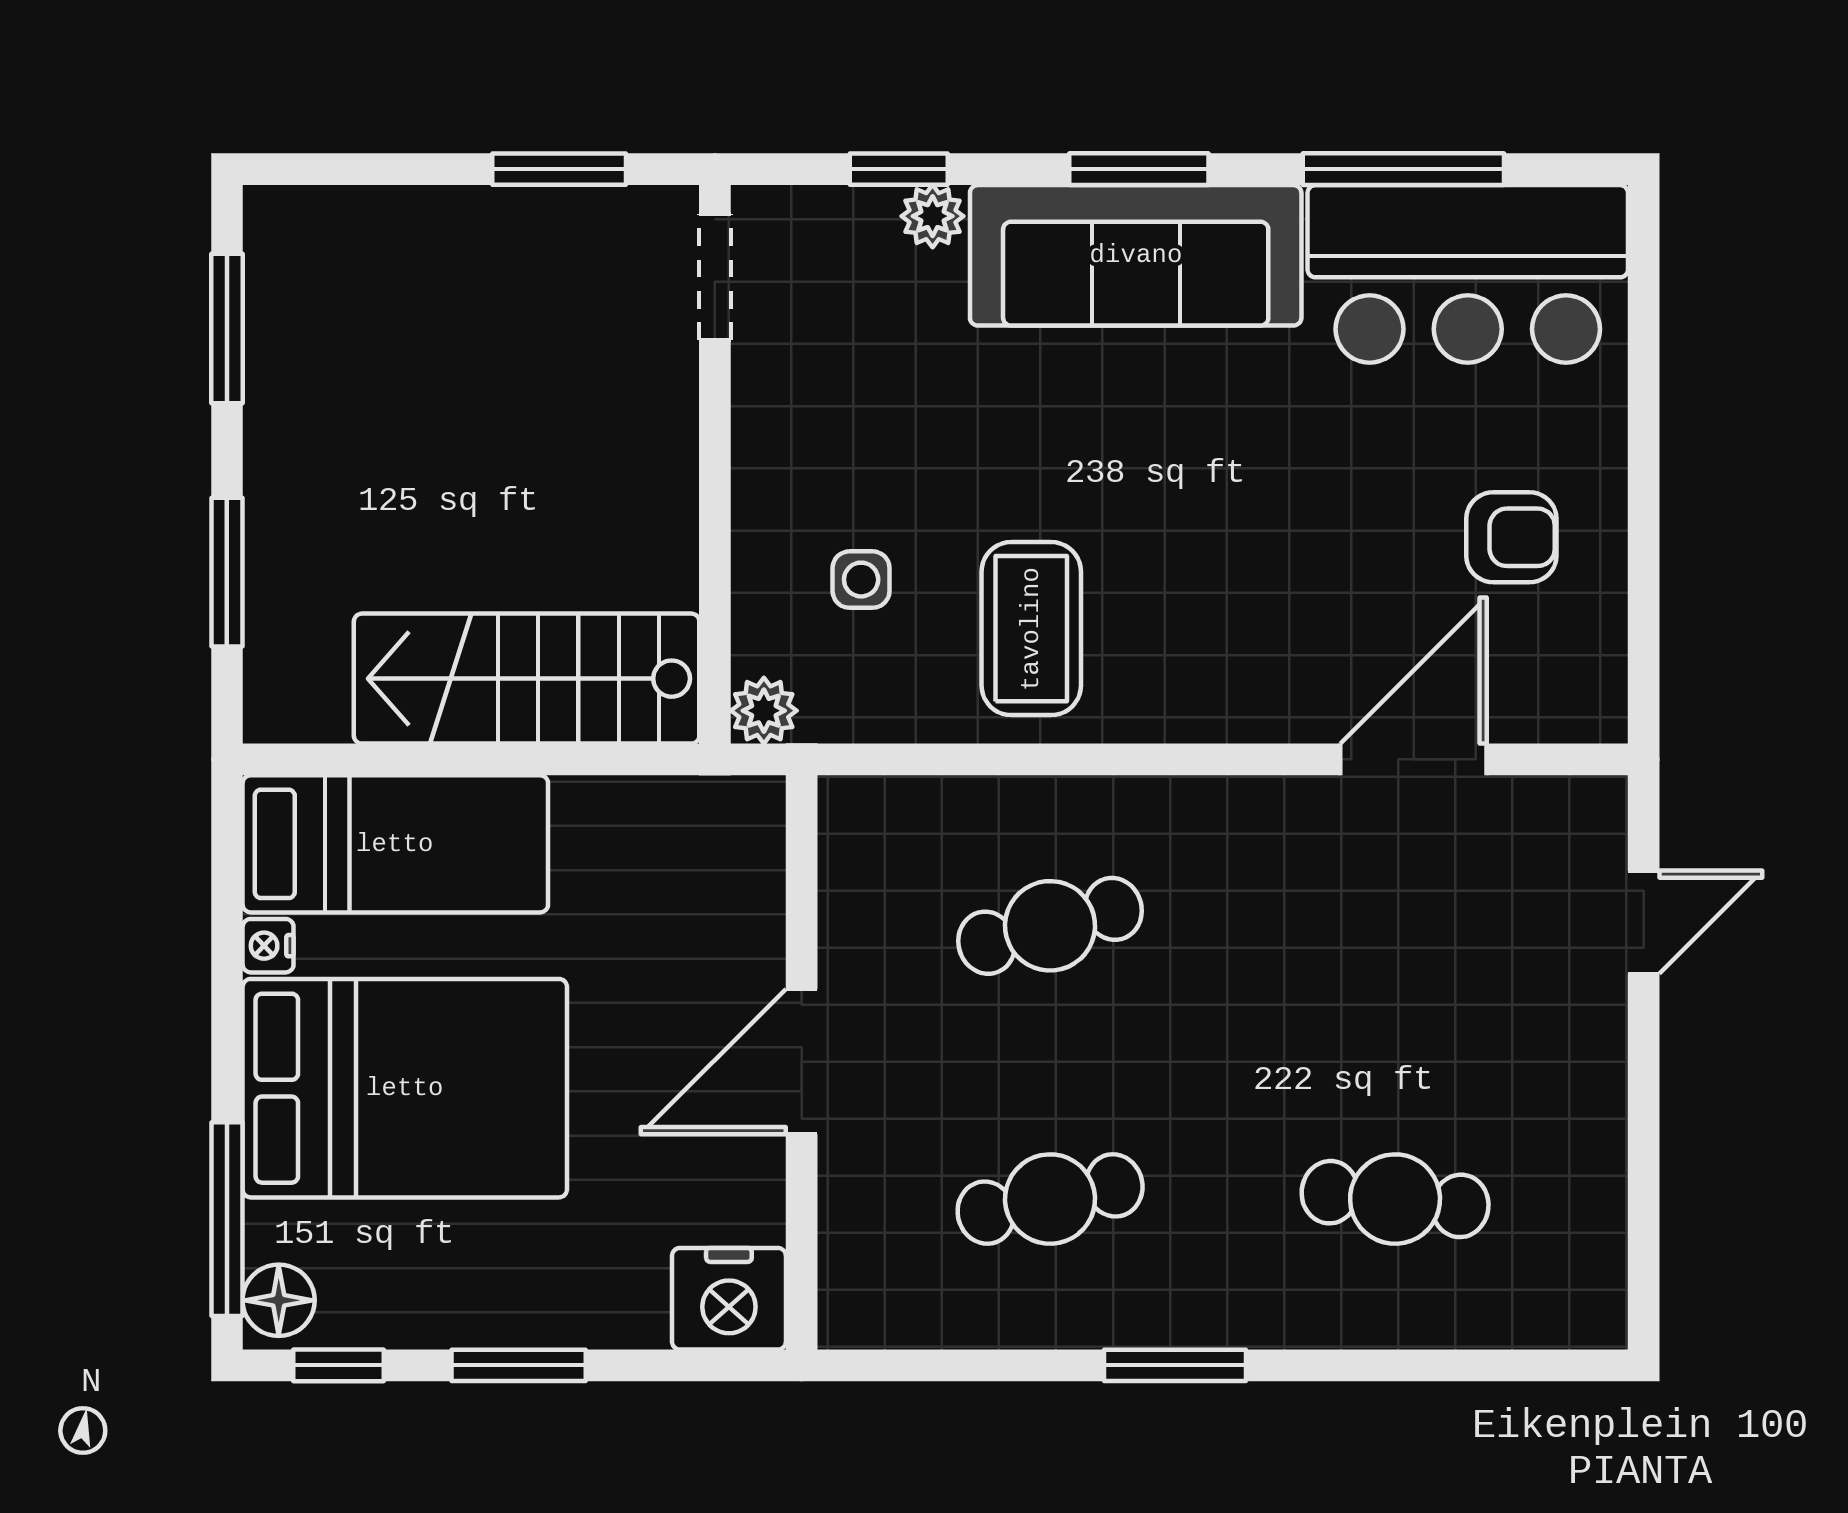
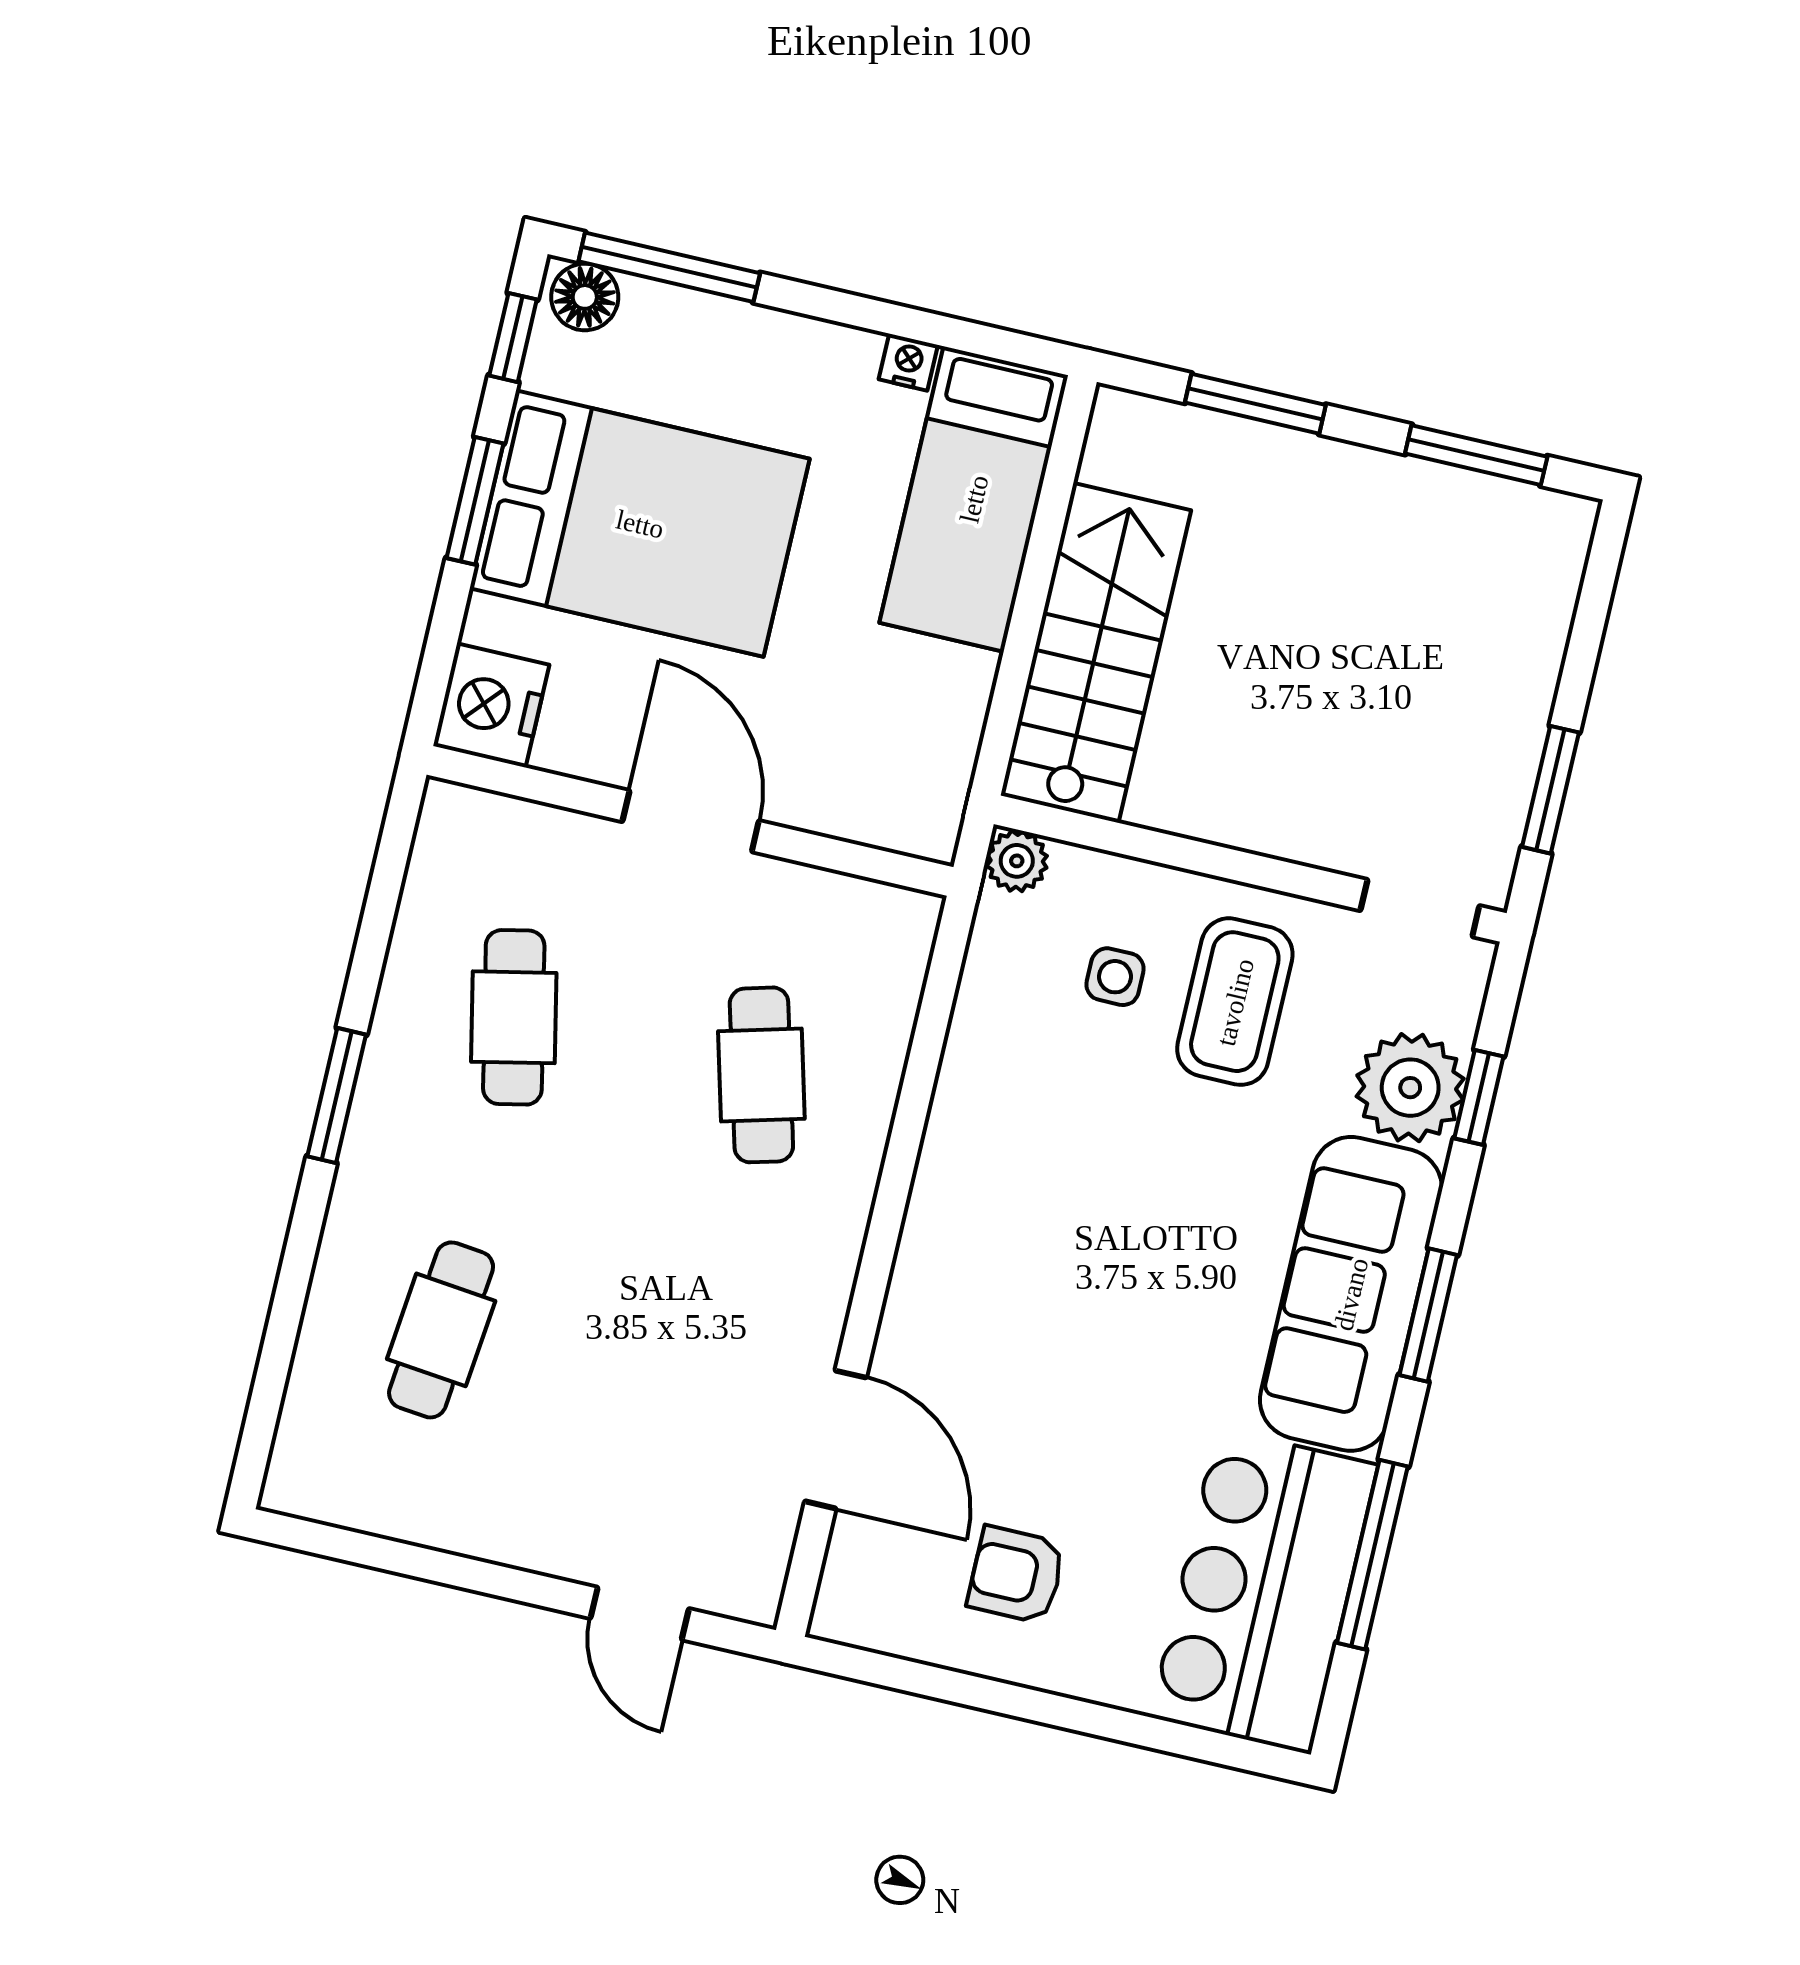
plant: (933, 216) -> (1410, 1088), width x1.88, depth x1.88
armchair: (1511, 537) -> (1016, 1575), turned 90
coffee table: (1031, 629) -> (1235, 1002), moved, turned 90
bed: (405, 1088) -> (640, 524), moved, turned -90

